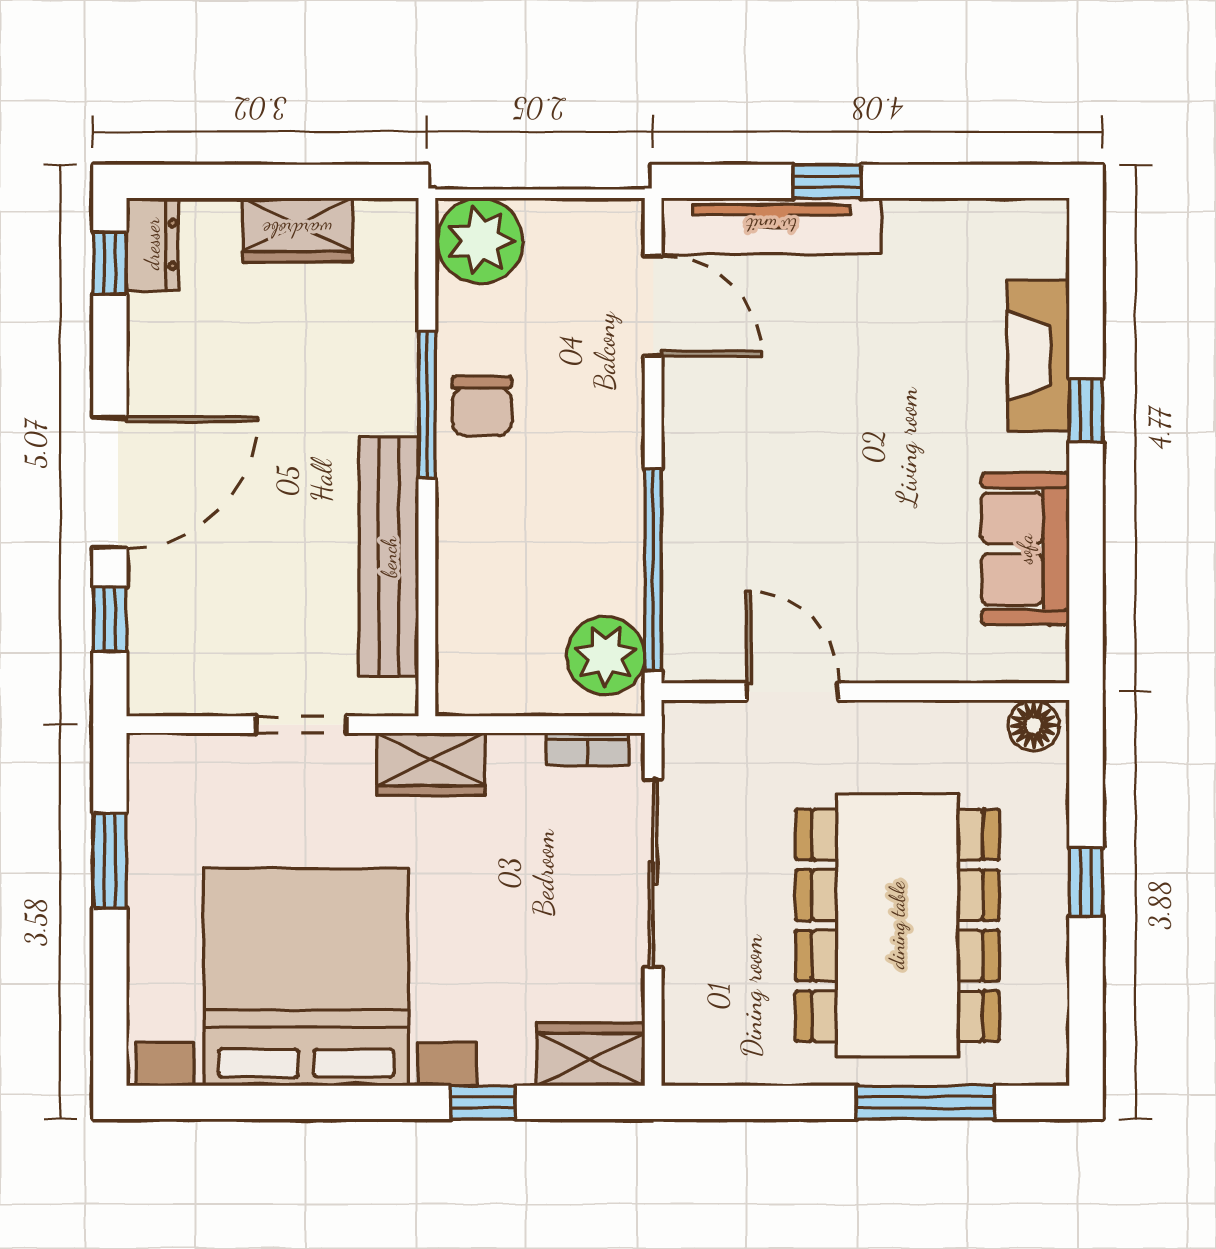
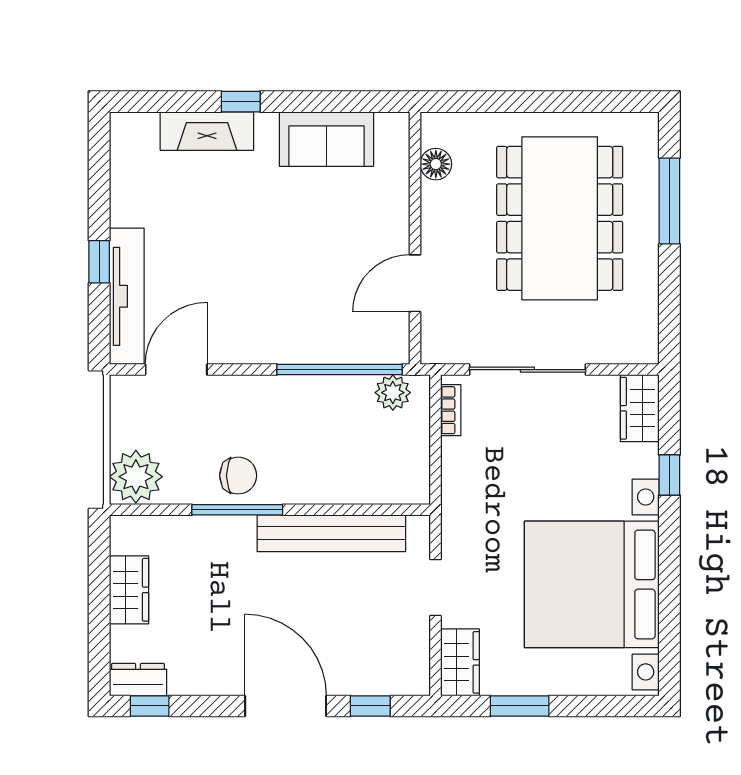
plant: (606, 656) -> (393, 393), width x0.73, depth x0.73
floor lamp: (1034, 725) -> (436, 164), moved
wardrobe: (431, 764) -> (460, 662), moved
window: (1086, 882) -> (533, 102), removed
dining table: (897, 925) -> (560, 218), turned 90

